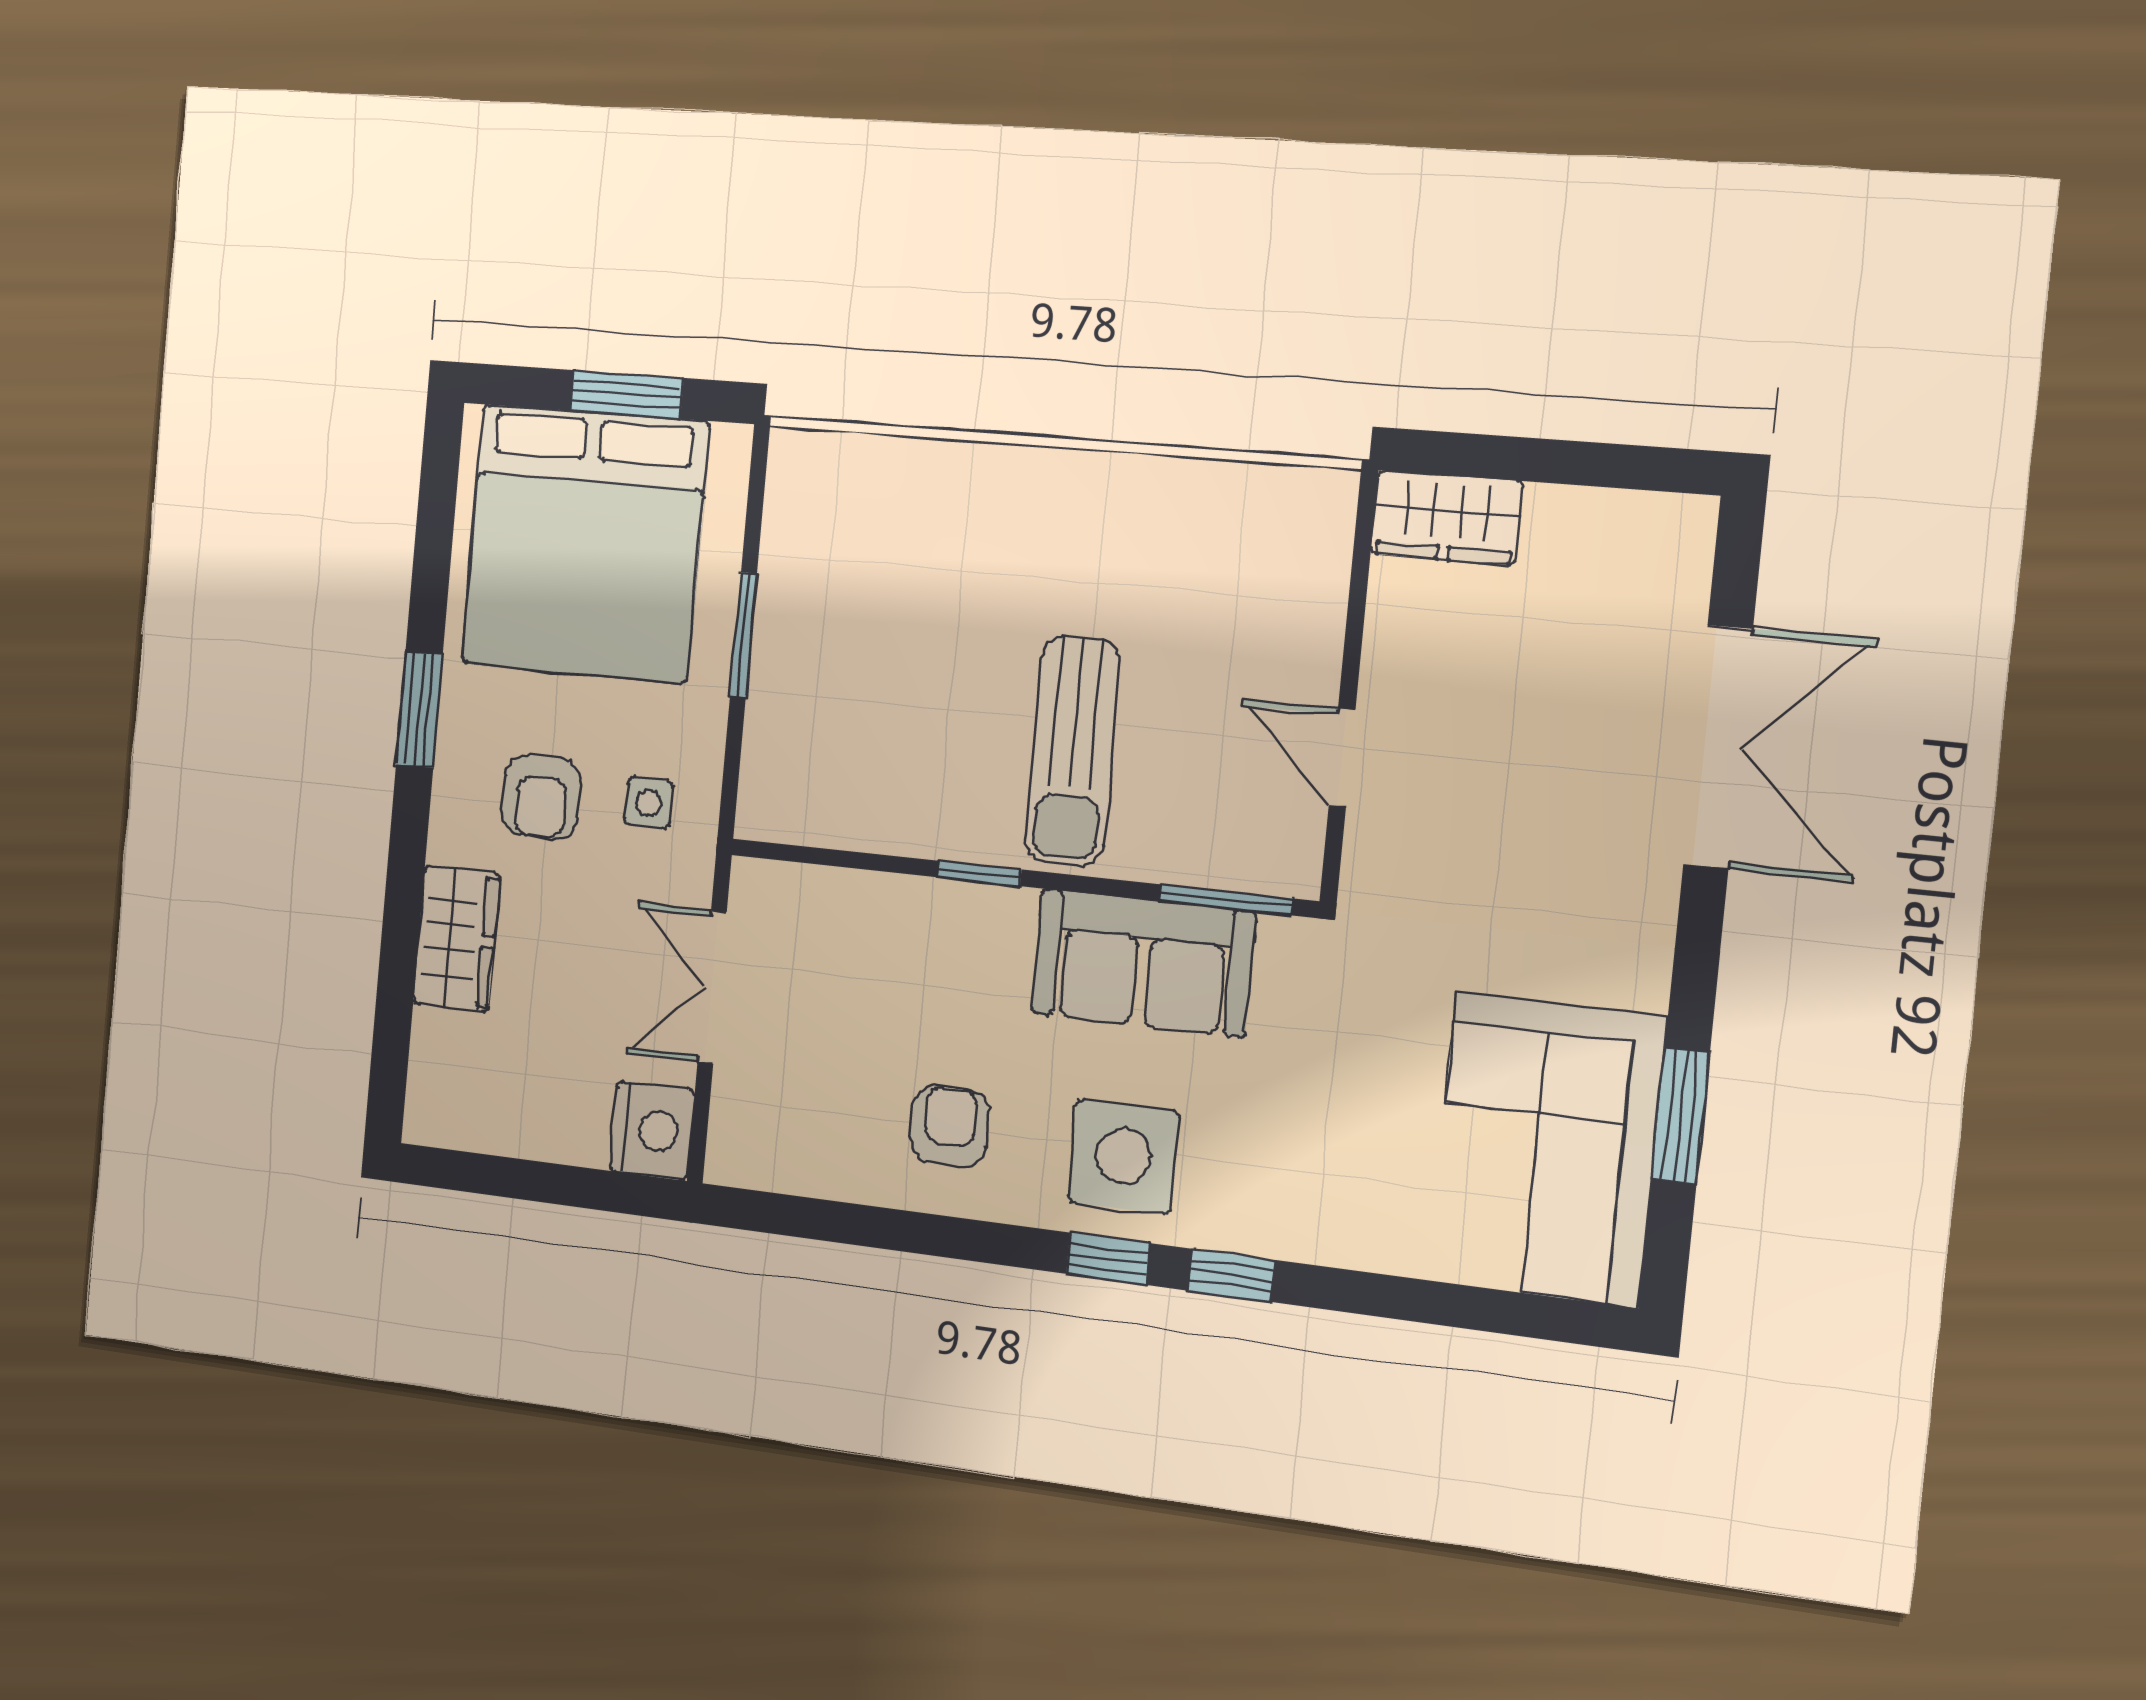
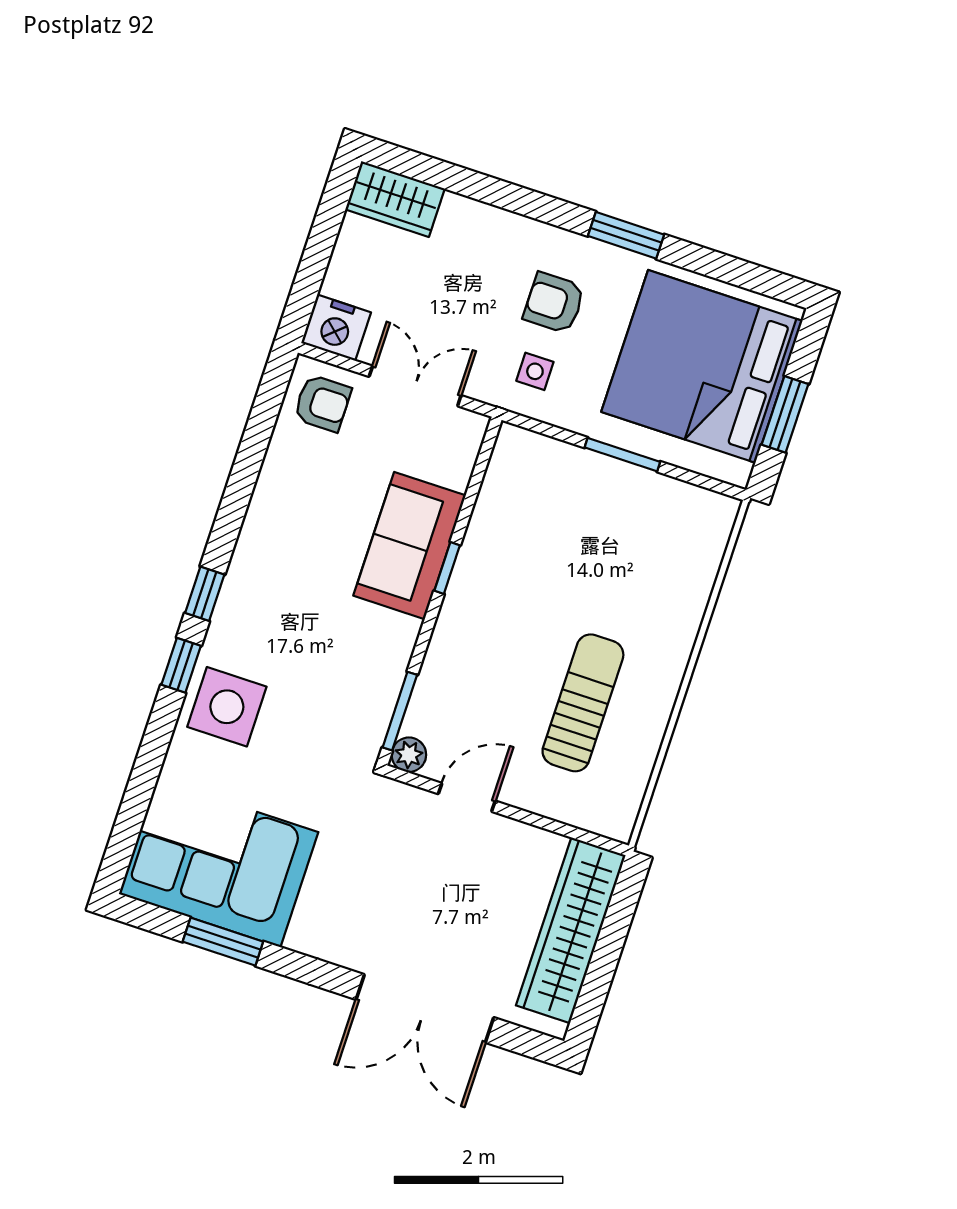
wardrobe: (1447, 518) -> (571, 930), width x2.10, depth x1.17
sun lounger: (1073, 751) -> (583, 703), moved, turned 90
plant: (1293, 869) -> (409, 755), added
wardrobe: (456, 939) -> (395, 199), moved
sofa: (1143, 963) -> (410, 546), moved
armchair: (950, 1126) -> (322, 403), moved
side table: (1123, 1156) -> (227, 707), moved

